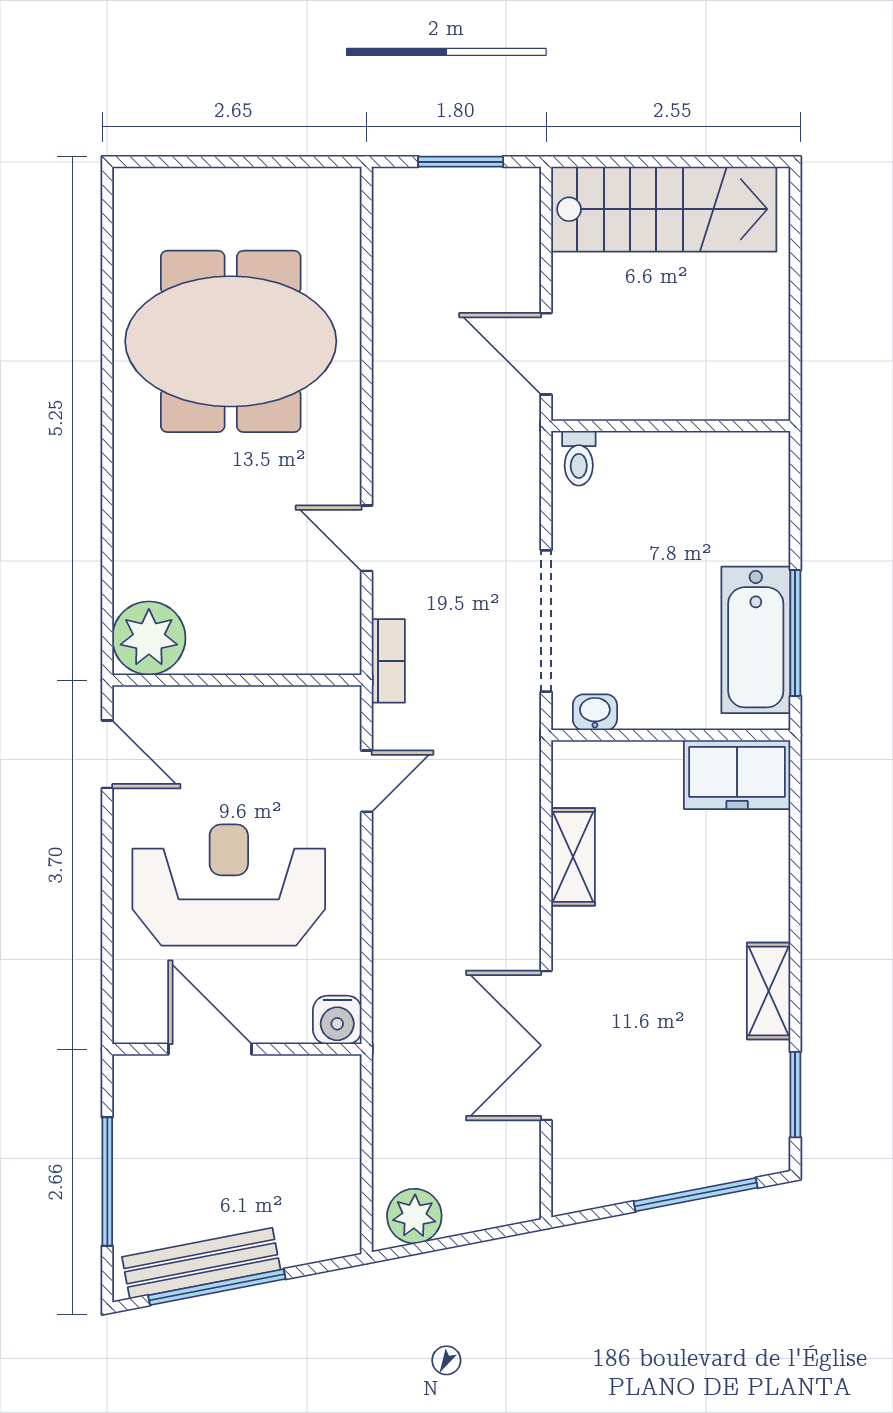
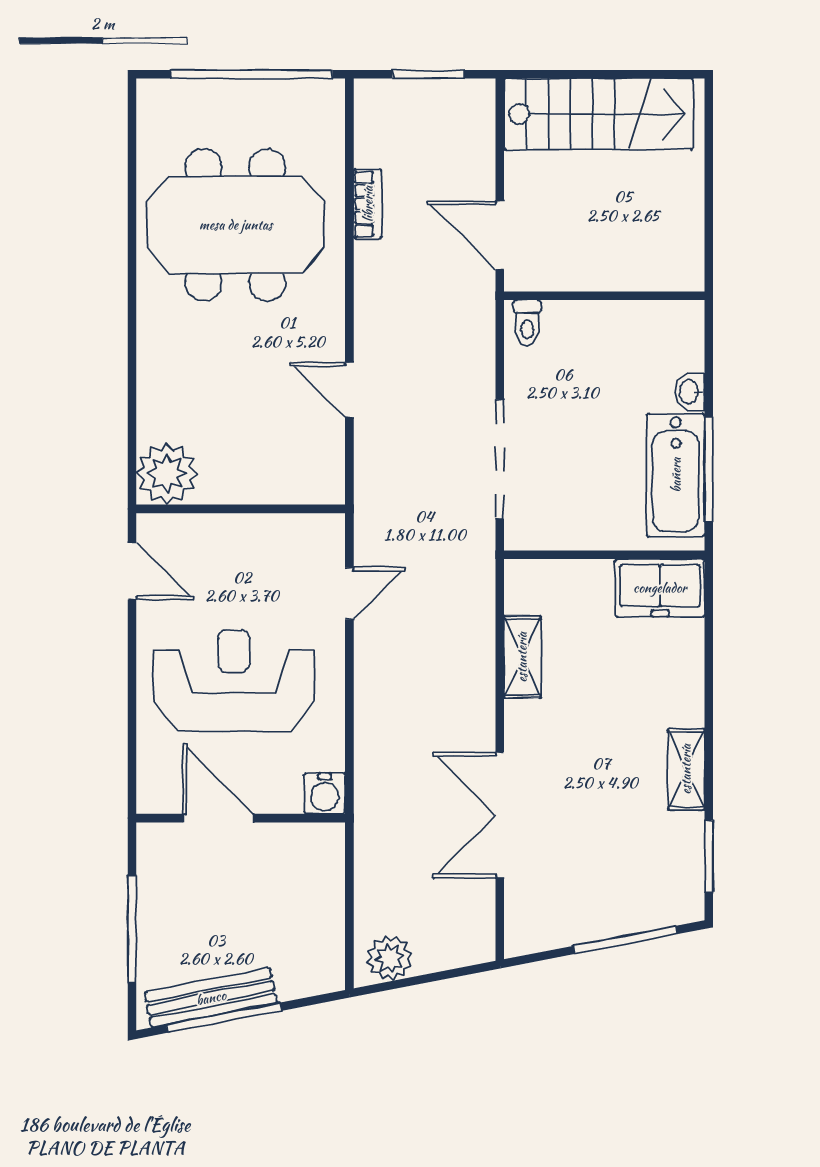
window: (250, 162) -> (251, 74), added
bookcase: (388, 661) -> (368, 204), moved
washbasin: (595, 712) -> (690, 392), moved, turned -90

